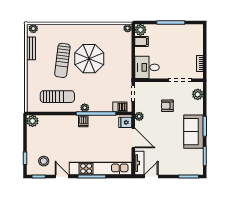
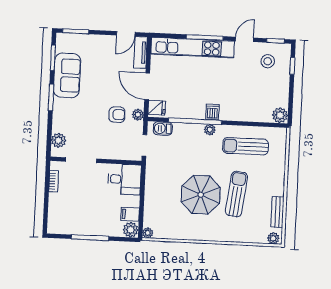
armchair: (167, 106) -> (117, 115), moved
sofa: (194, 132) -> (67, 75), moved
door: (62, 177) -> (245, 39), swing flipped

